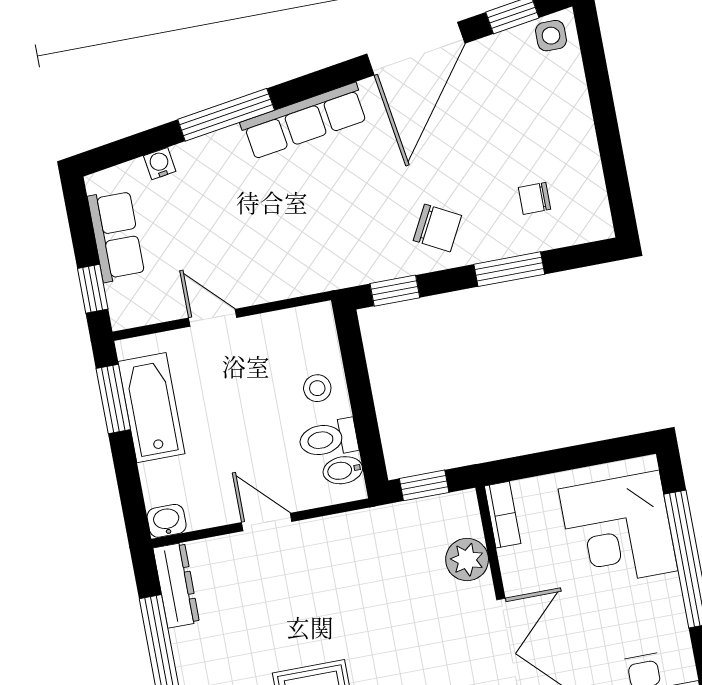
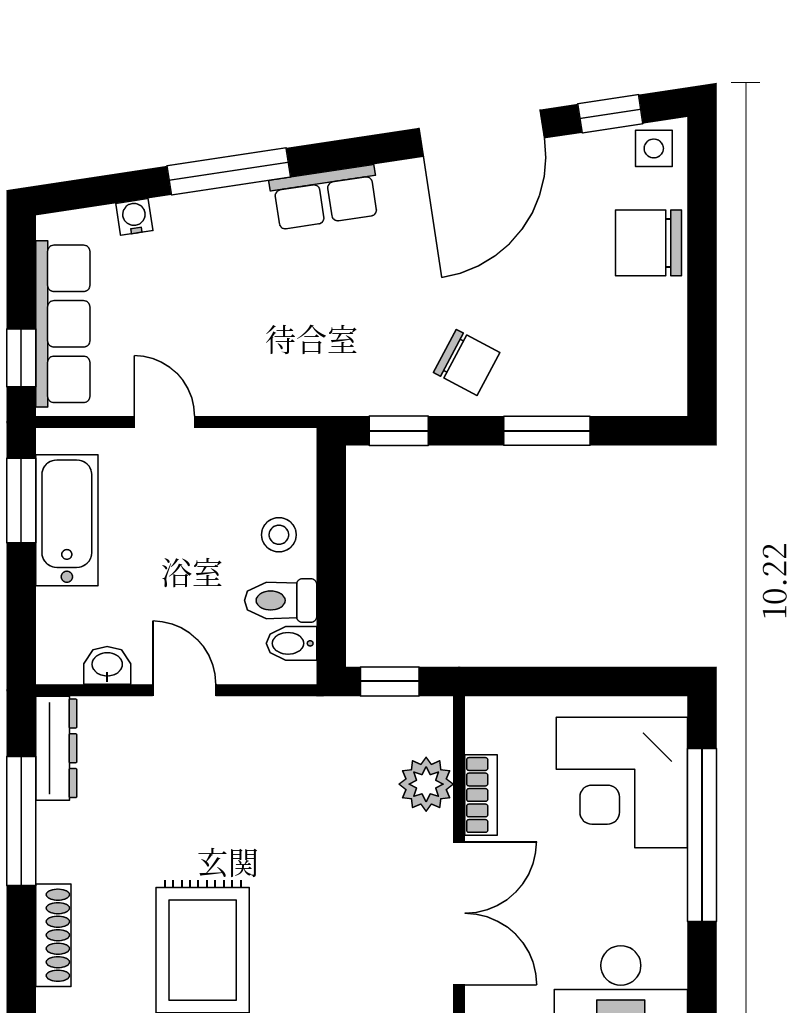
row of seats: (304, 121) -> (325, 197), width x0.68
chair: (535, 198) -> (649, 243), moved, width x1.87, depth x1.87
row of seats: (116, 236) -> (63, 324), width x1.48
bookcase: (503, 515) -> (481, 795), moved
washbasin: (167, 521) -> (107, 665), moved

